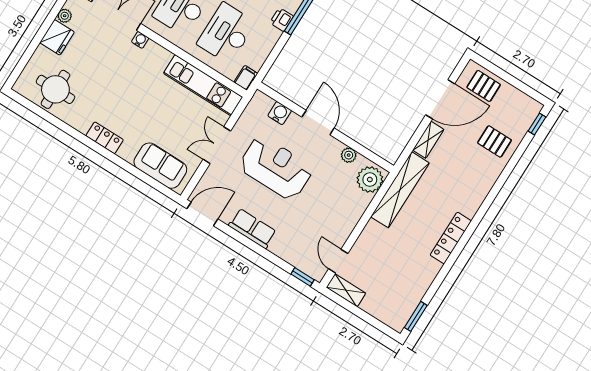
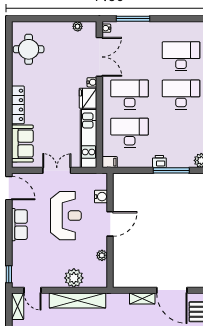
fridge: (57, 37) -> (88, 98), moved, turned 90
locker: (105, 138) -> (18, 105), width x1.53
plant: (370, 180) -> (74, 278), moved
shelving: (400, 190) -> (78, 301), moved
door: (338, 261) -> (33, 290), swing flipped

